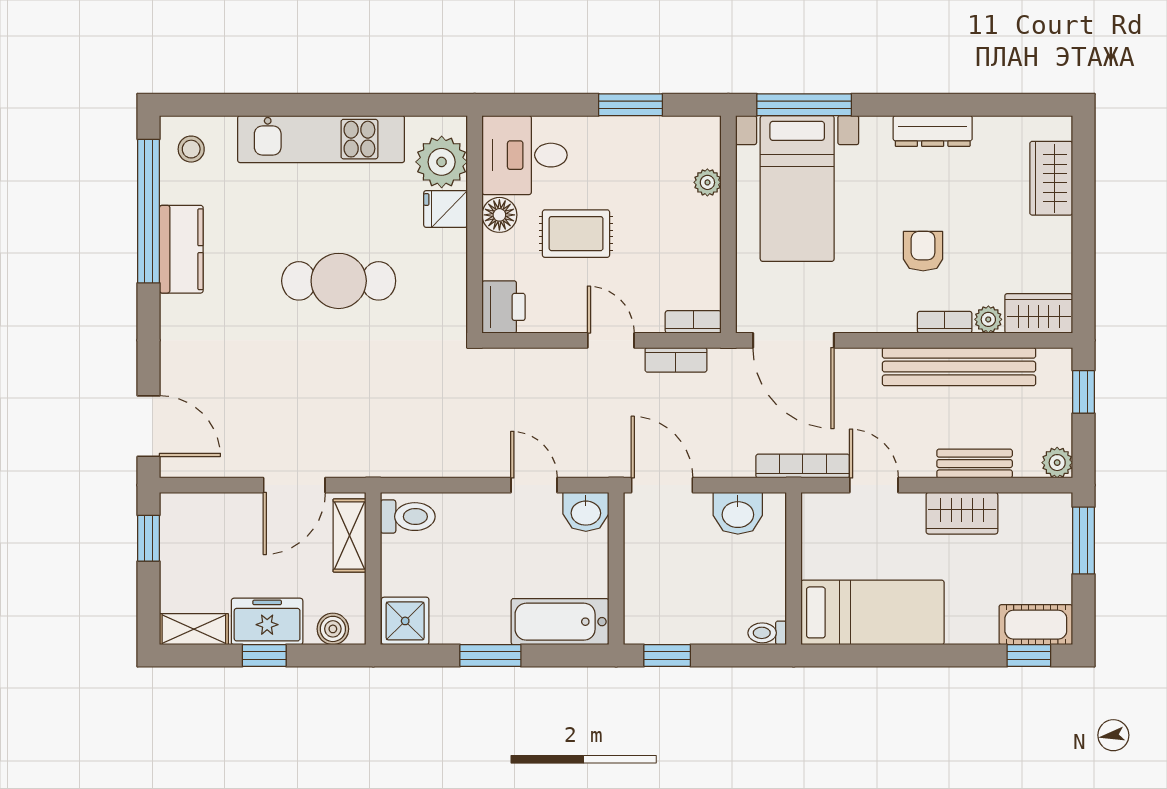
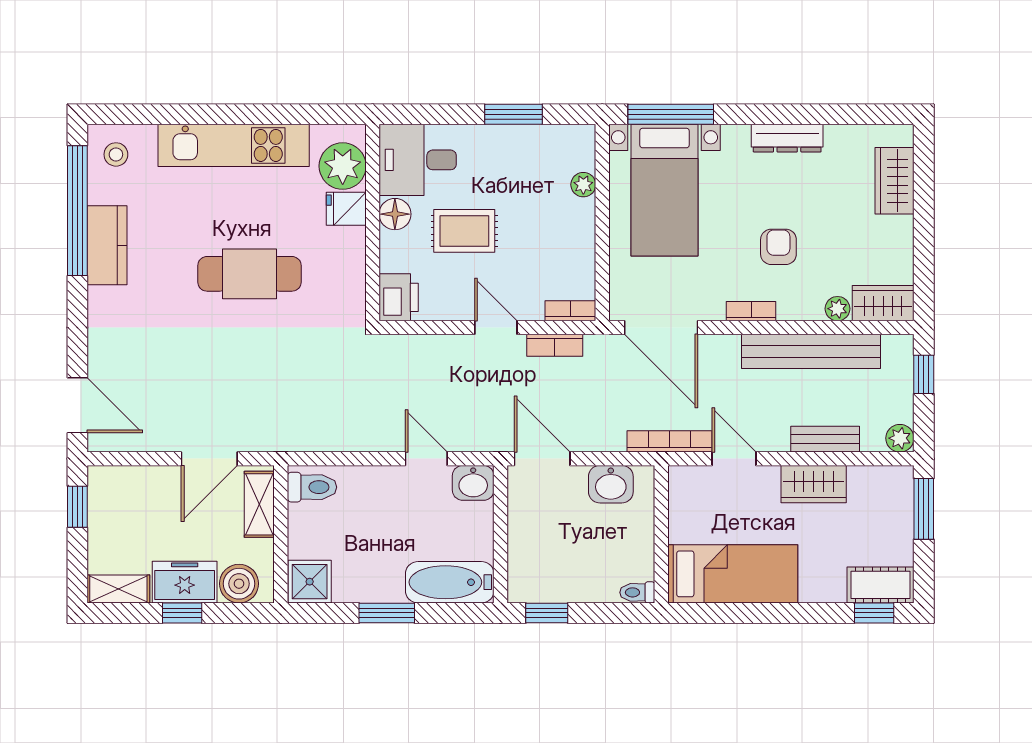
bookcase: (945, 322) -> (751, 311), moved
boiler: (333, 629) -> (239, 584), width x1.36, depth x1.36

